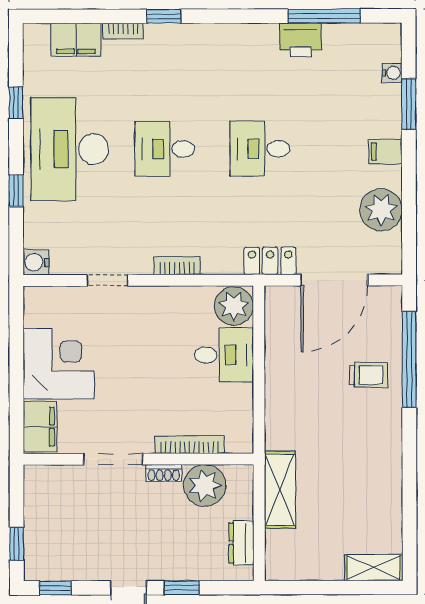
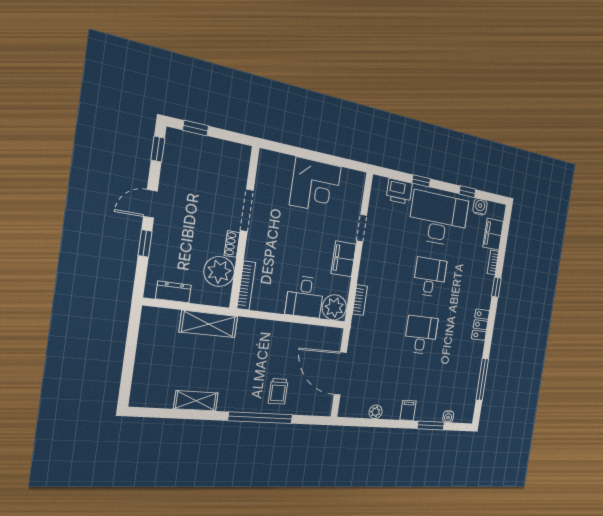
printer: (301, 40) -> (399, 191), moved, turned -90
plant: (381, 210) -> (376, 412), width x0.53, depth x0.53
locker: (270, 261) -> (481, 325), moved, turned 180
water cooler: (36, 262) -> (480, 207), moved
bookcase: (177, 266) -> (360, 300), moved
window: (409, 360) -> (261, 418), moved
filing cabinet: (40, 427) -> (344, 259), moved, turned 90
bookcase: (190, 445) -> (246, 285), moved
shelving: (374, 568) -> (196, 401), moved, turned 90

